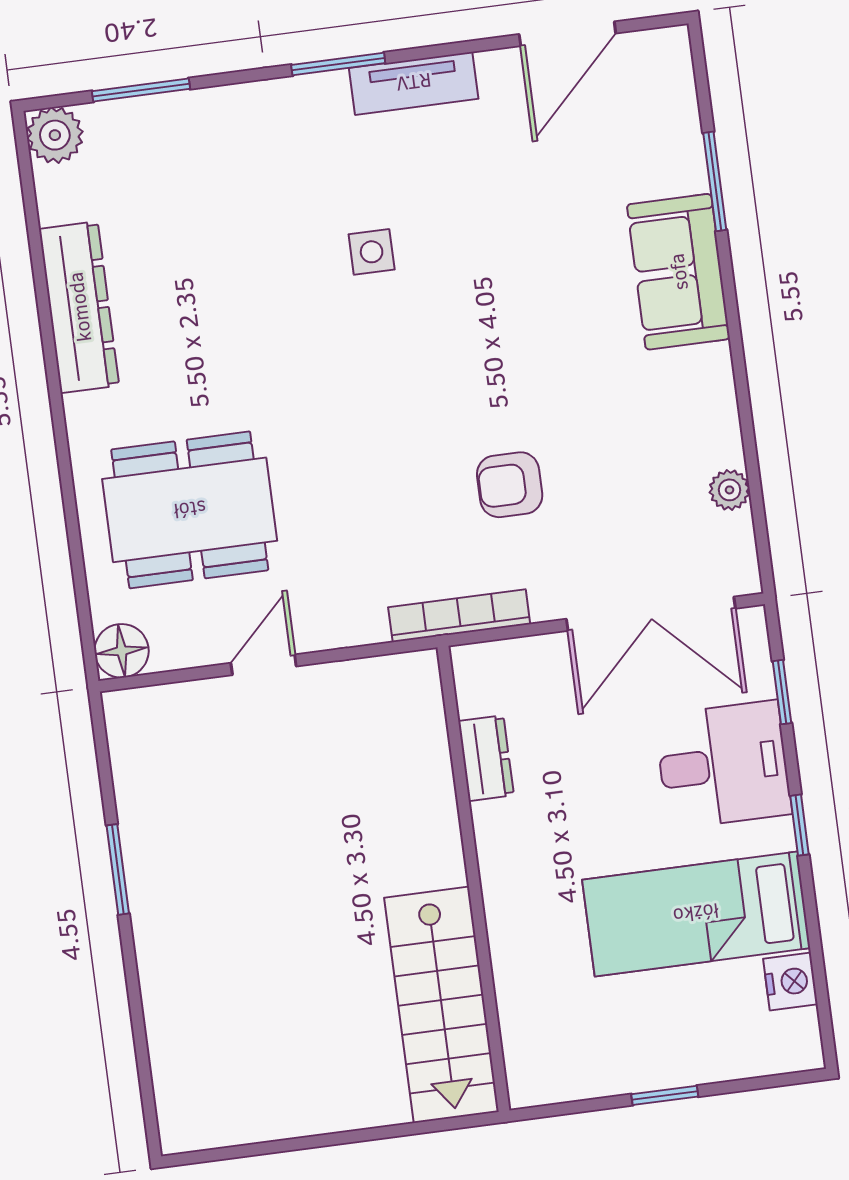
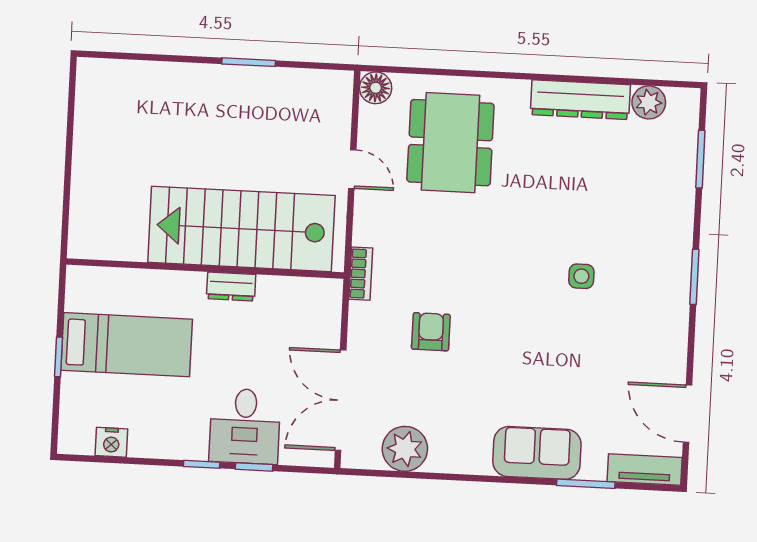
tv unit: (414, 83) -> (645, 469), moved, turned 90
plant: (55, 135) -> (649, 102), moved
plant: (730, 490) -> (405, 449), width x1.88, depth x1.88
bookcase: (459, 616) -> (361, 274), width x0.64
window: (782, 692) -> (254, 467), moved
dresser: (486, 758) -> (231, 287), moved
bed: (696, 914) -> (127, 345), moved, turned 90
stairs: (441, 1005) -> (241, 229), moved, width x1.36, depth x1.51

